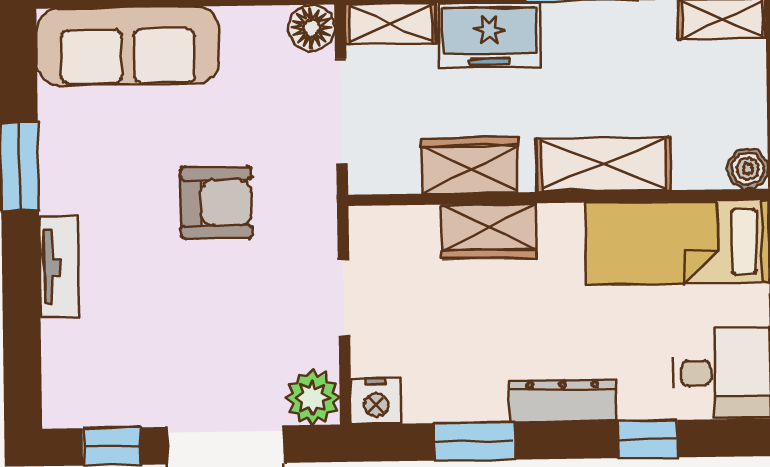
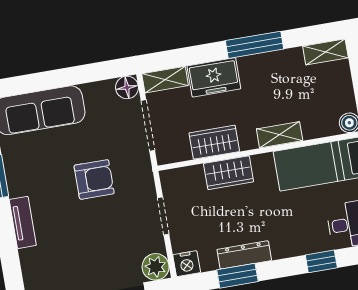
shelving: (603, 164) -> (280, 135), width x0.67, depth x0.75
dresser: (563, 401) -> (244, 255), moved

